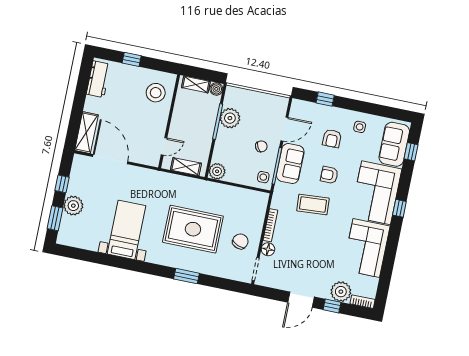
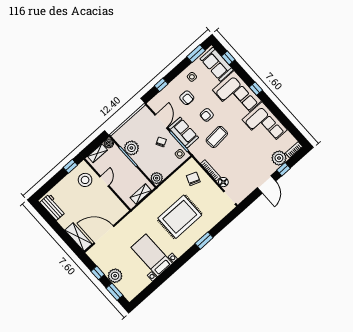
window: (132, 59) -> (70, 166), moved
window: (389, 112) -> (196, 54), added
door: (164, 146) -> (104, 181), moved
chair: (240, 241) -> (193, 179), moved

